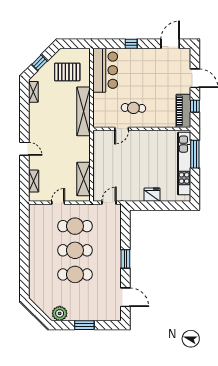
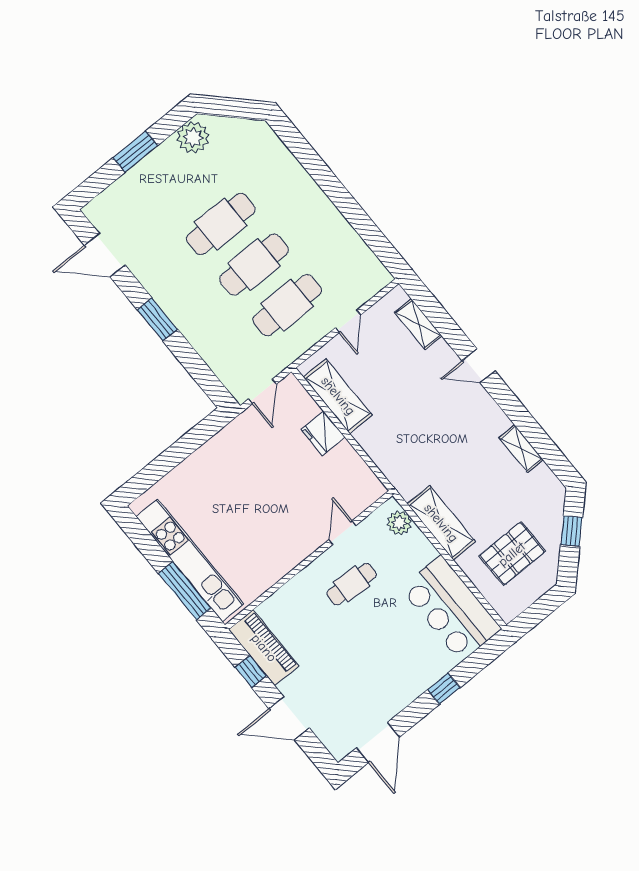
shelving: (33, 92) -> (521, 449), moved
shelving: (84, 111) -> (441, 523), width x0.68
plant: (99, 116) -> (399, 523), added
fridge: (152, 195) -> (323, 433), moved, turned 90

